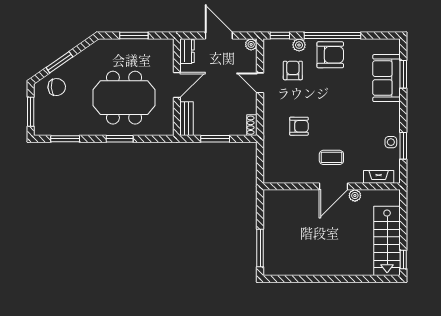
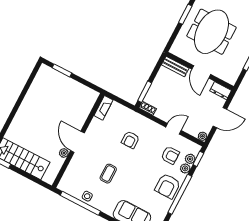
plant: (285, 45) -> (190, 159), added
window: (215, 139) -> (145, 92), moved
window: (403, 146) -> (80, 203), width x2.11
coffee table: (331, 157) -> (108, 174), moved
fireplace: (379, 177) -> (103, 108), moved
window: (260, 248) -> (62, 70), width x0.69

